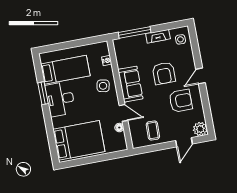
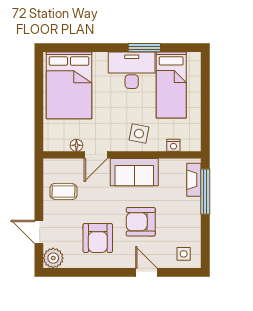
fireplace: (158, 36) -> (194, 180), moved
door: (201, 76) -> (146, 272), moved

